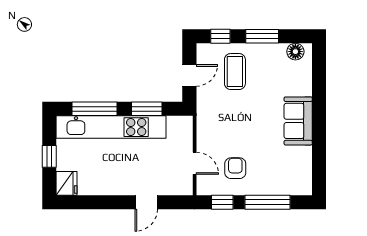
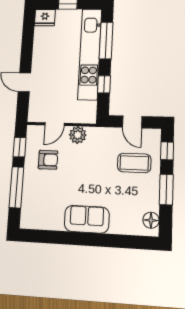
window: (147, 109) -> (104, 84), width x0.67
plant: (206, 136) -> (78, 135), added

